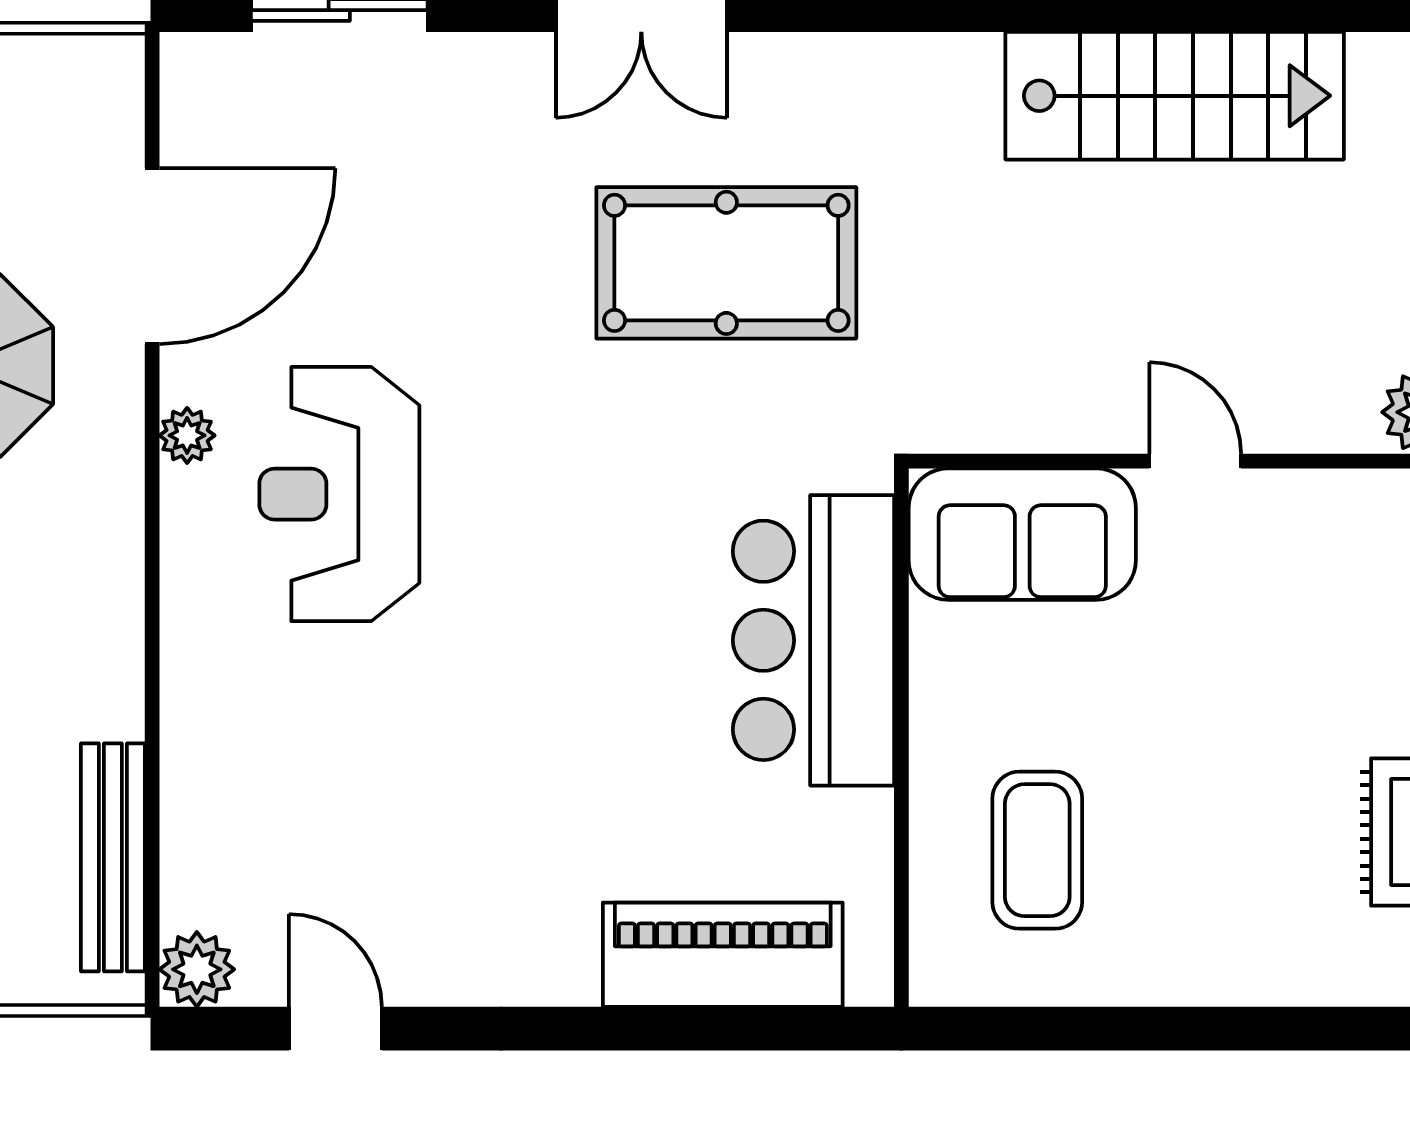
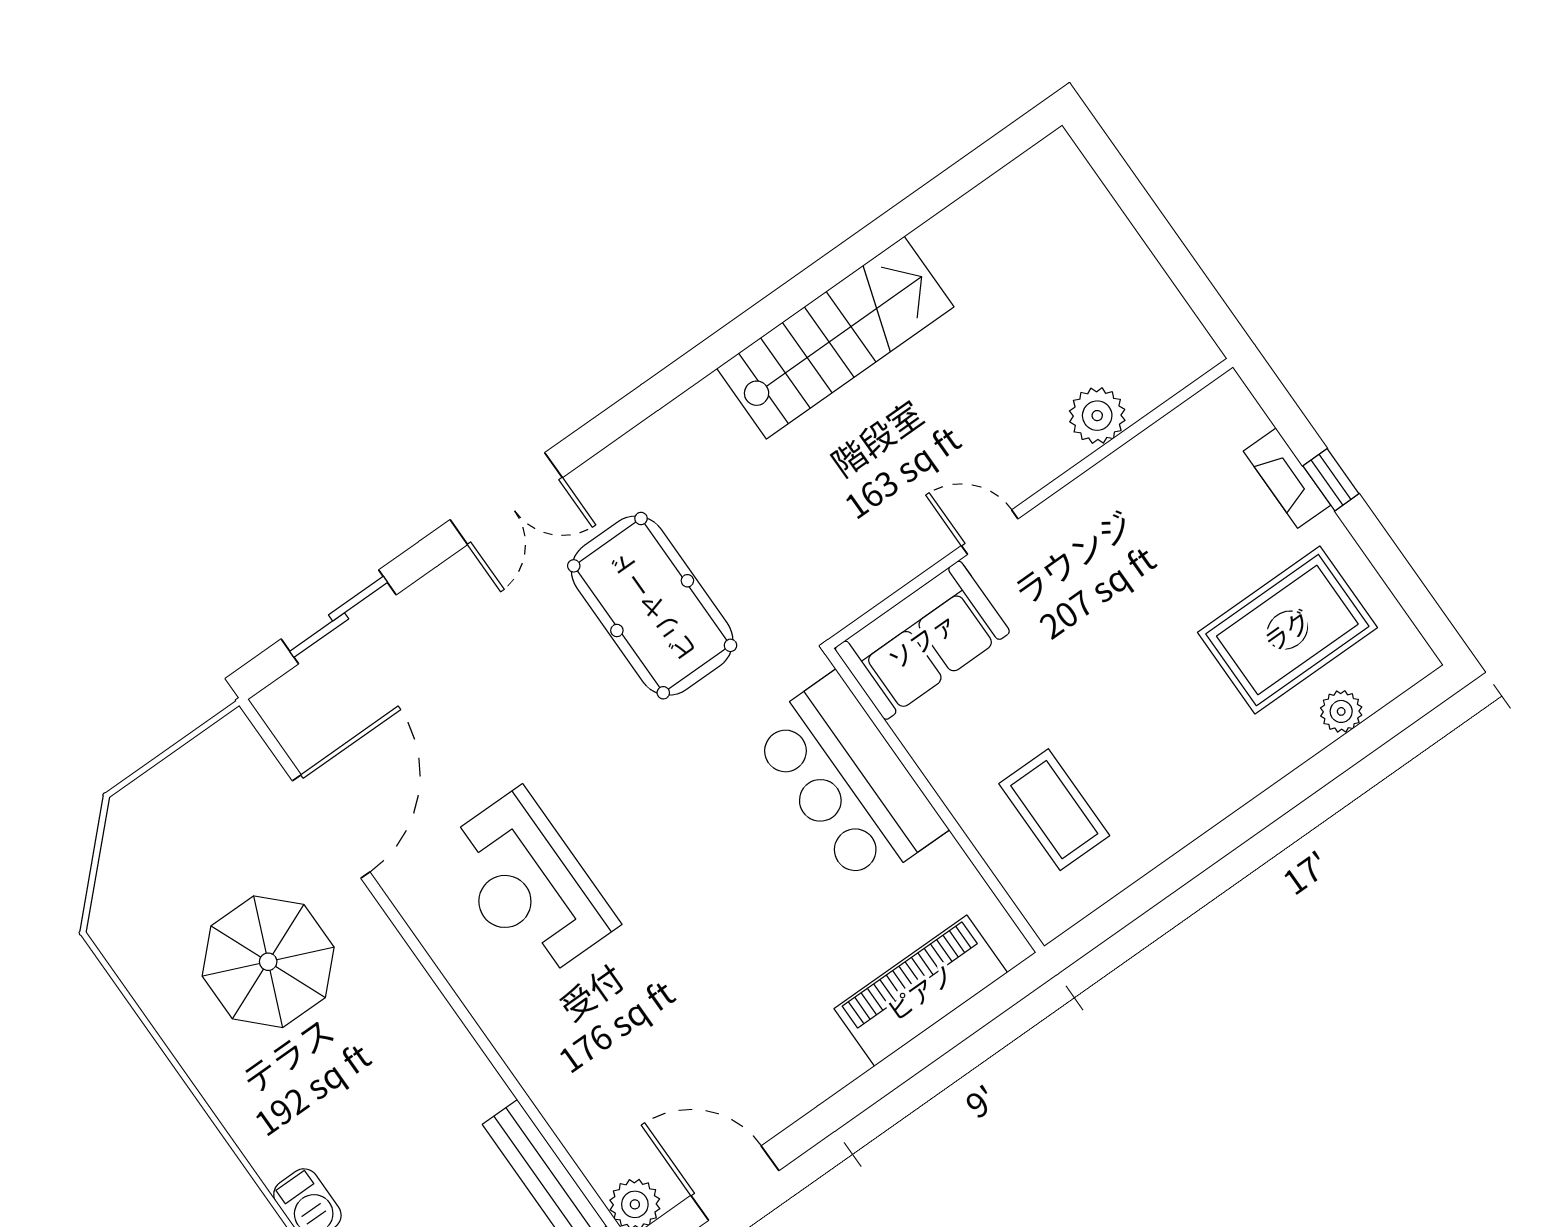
pool table: (726, 263) -> (652, 606), turned 90
plant: (187, 435) -> (421, 912), removed
door: (335, 1029) -> (735, 1183), width x1.38

